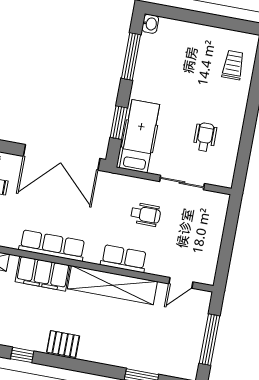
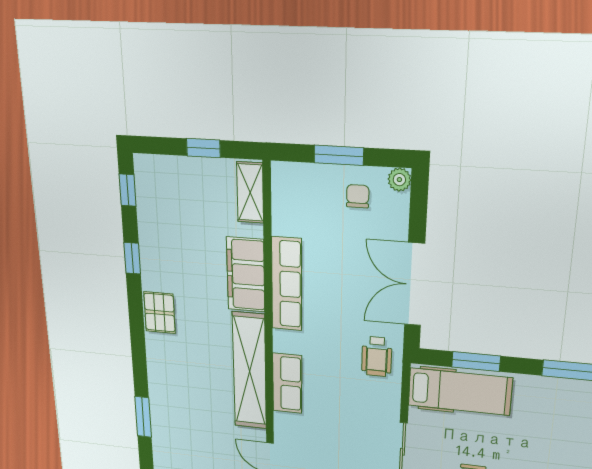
double door: (62, 157) -> (415, 284), width x0.73
wheelchair: (146, 215) -> (377, 356), moved

